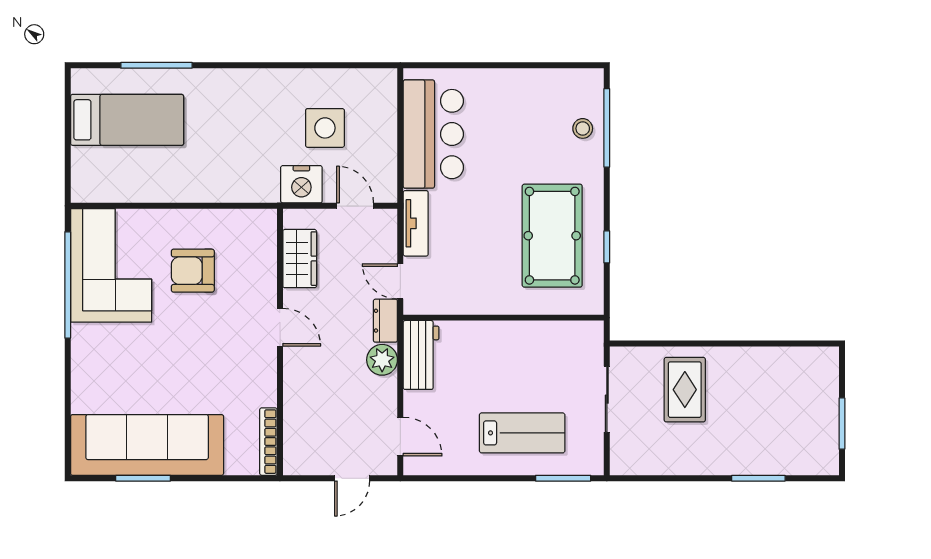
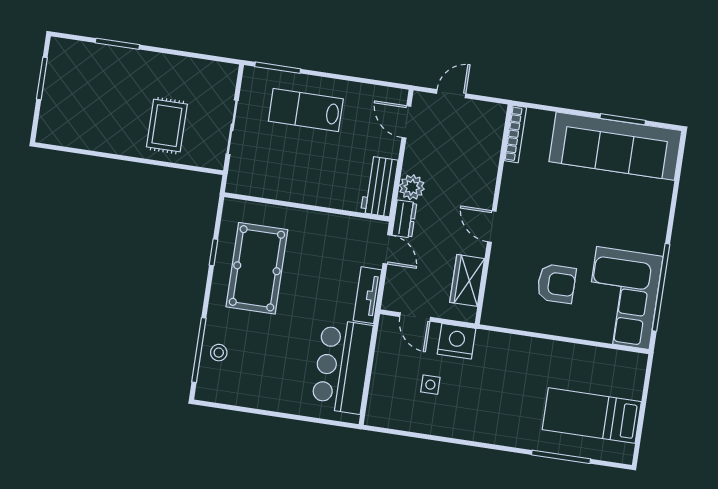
side table: (325, 128) -> (430, 385), width x0.54, depth x0.54

